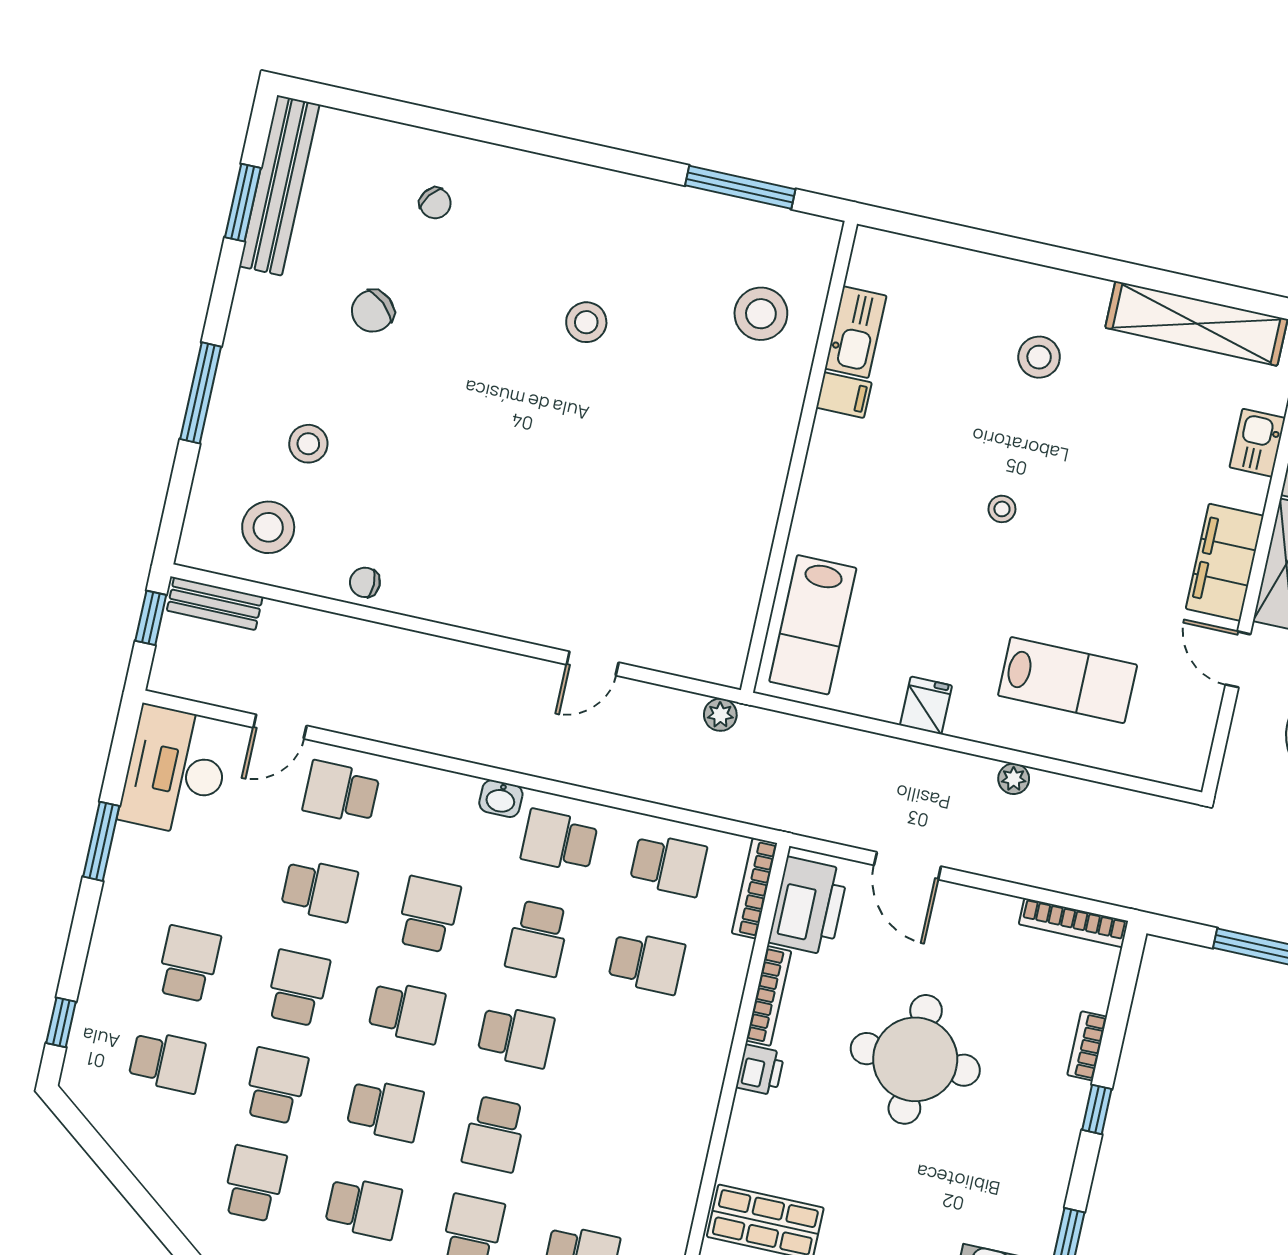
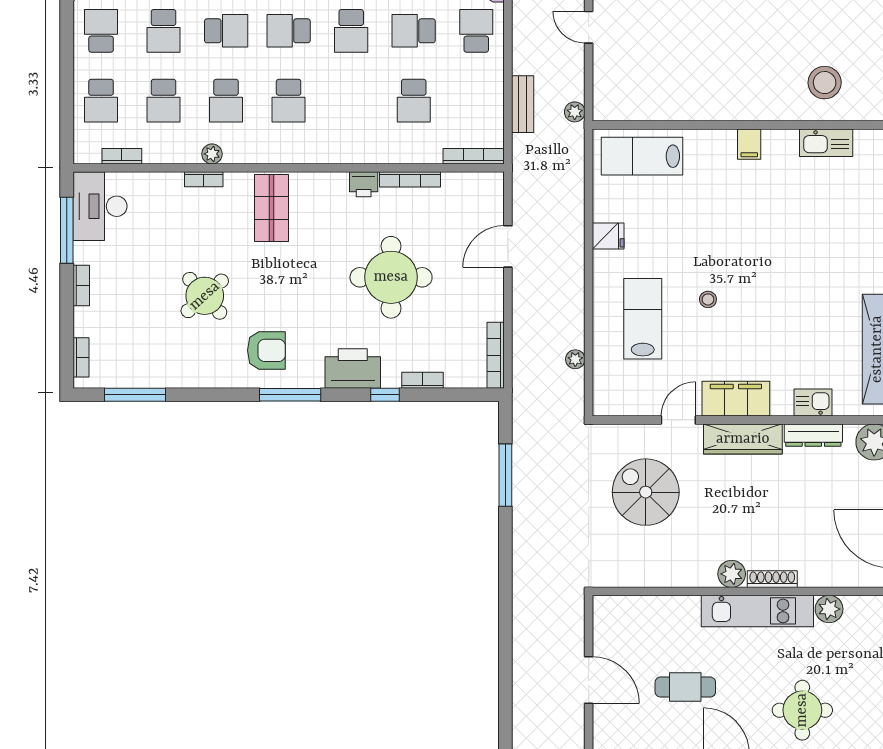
stool: (1039, 357) -> (836, 258), removed
filing cabinet: (844, 395) -> (749, 144), moved
stool: (1002, 509) -> (708, 299), moved
lab bench: (1068, 680) -> (643, 319), turned 180
plant: (1014, 779) -> (575, 359), moved
bench: (690, 793) -> (523, 104), added
school desk: (668, 865) -> (289, 101), moved
printer: (808, 906) -> (353, 369), moved, turned 180

